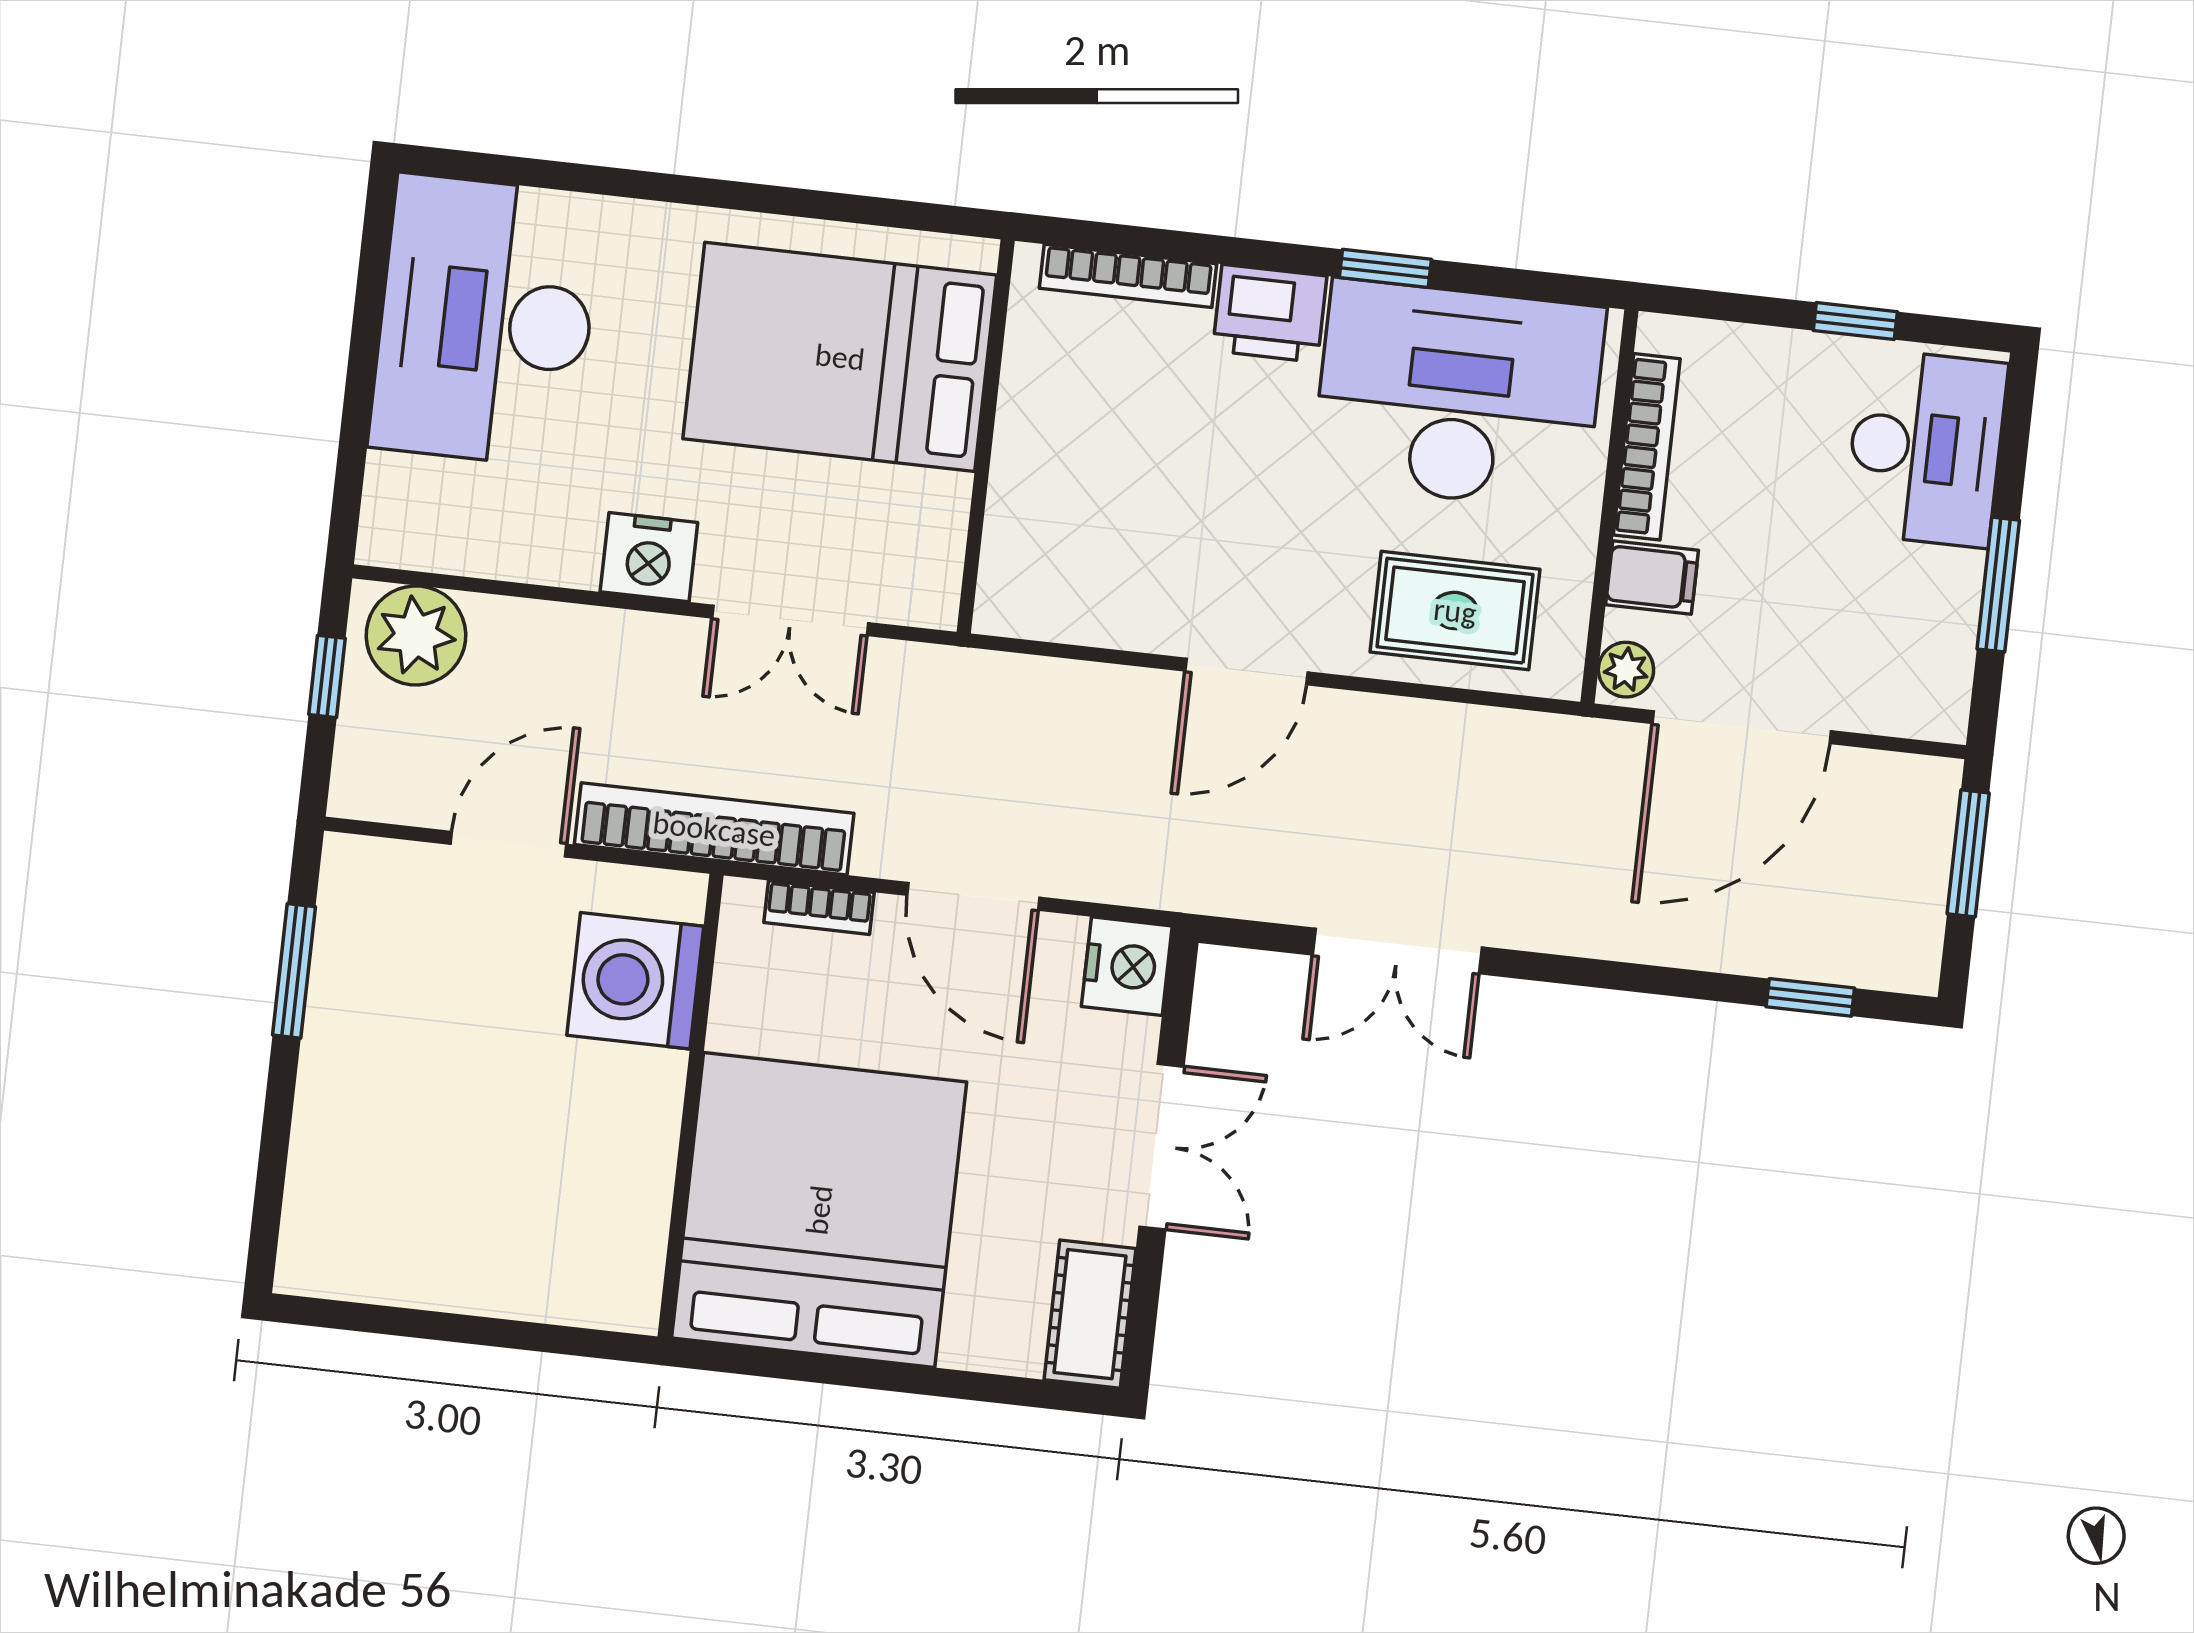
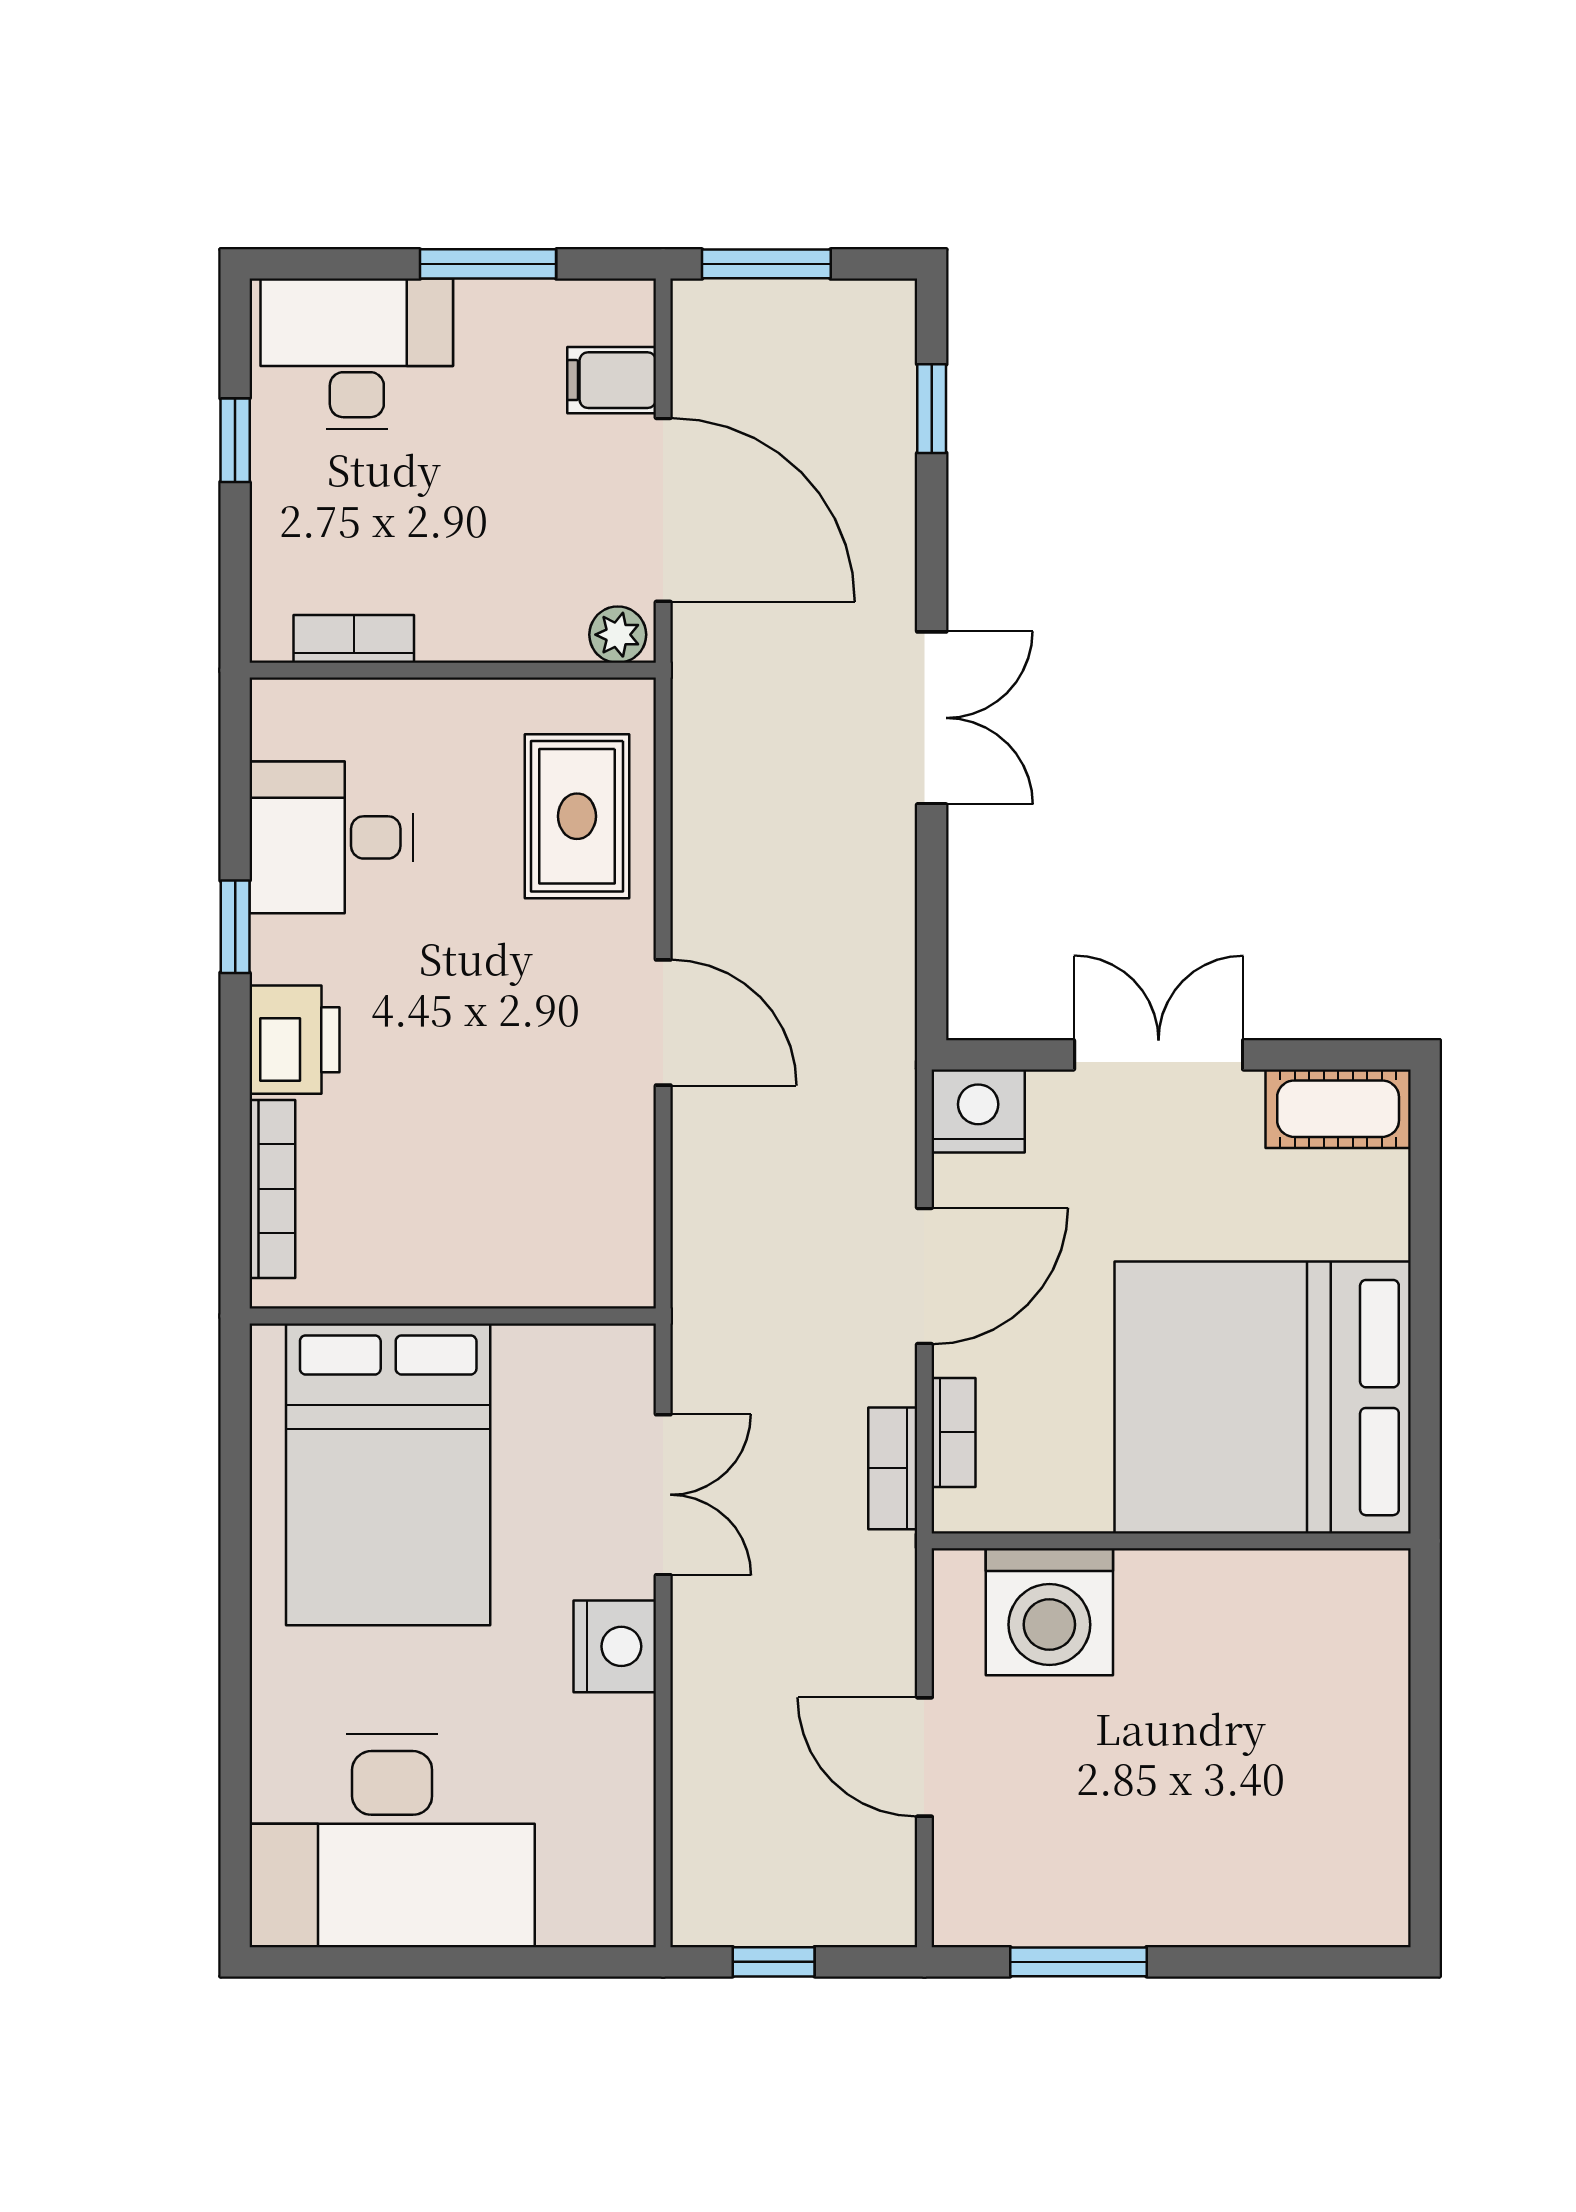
desk: (1458, 395) -> (332, 837), width x0.53, depth x0.77
bookcase: (1647, 447) -> (354, 639), width x0.64
filing cabinet: (1652, 578) -> (612, 380), moved, turned -90
plant: (416, 635) -> (722, 1876), removed
bookcase: (714, 829) -> (893, 1468), width x0.43, depth x0.76
double door: (1397, 951) -> (932, 718), moved

